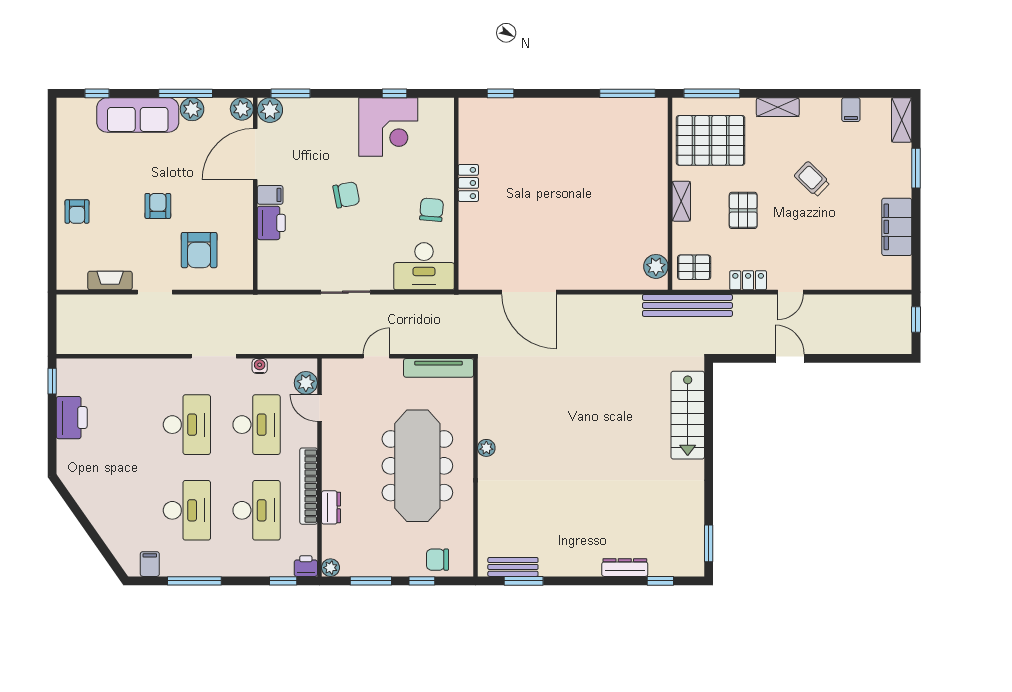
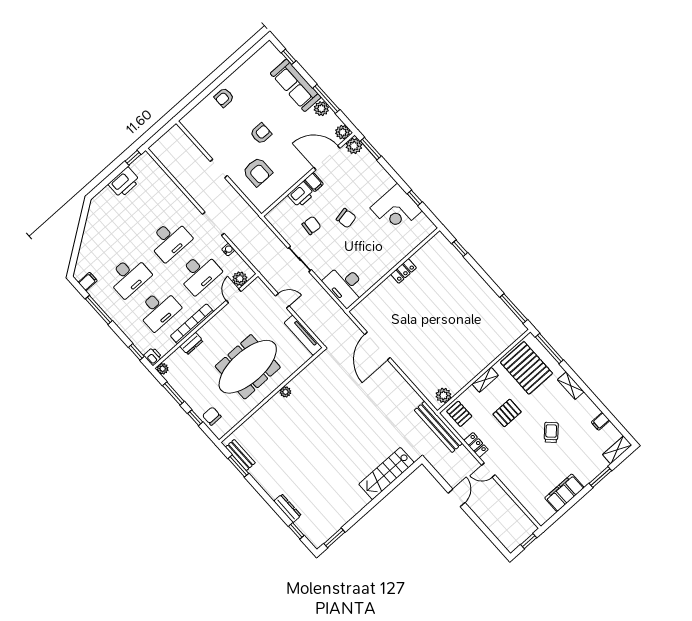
chair: (432, 210) -> (311, 225), moved
armchair: (199, 250) -> (258, 172), turned -90
fireplace: (110, 281) -> (205, 142), removed

